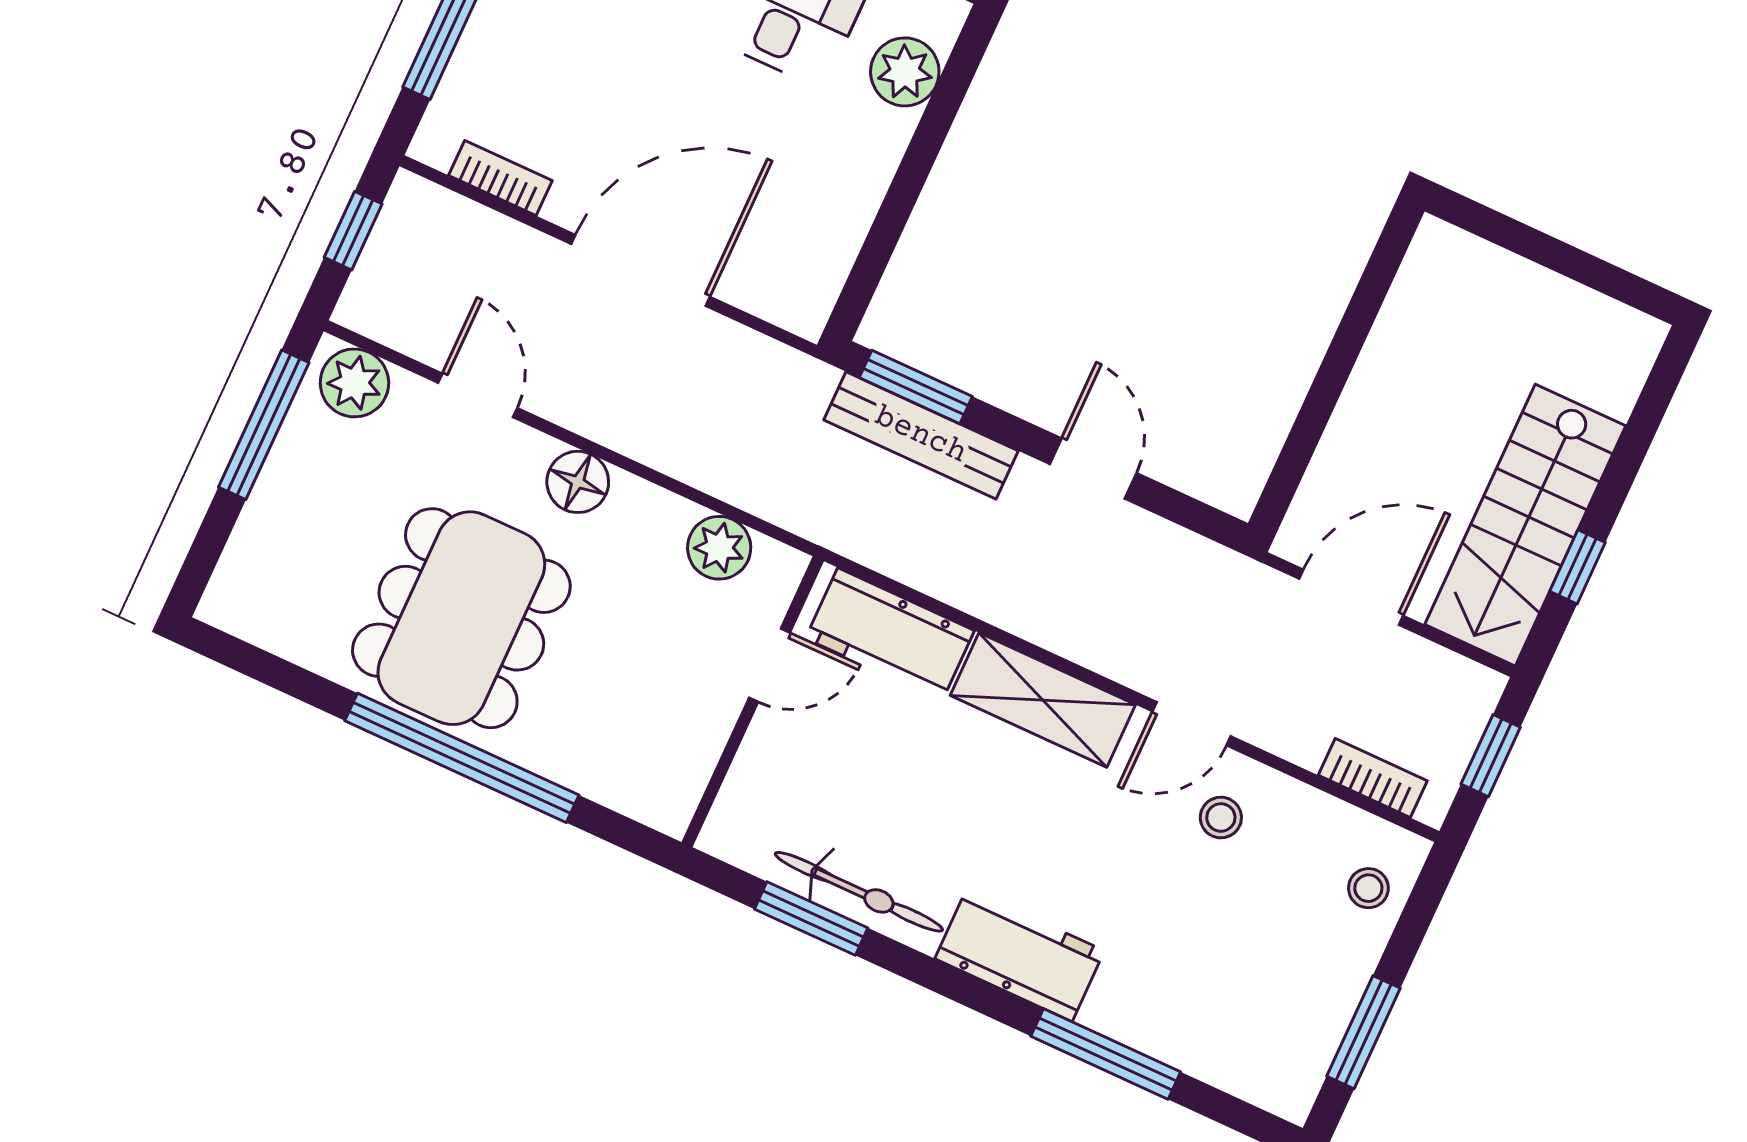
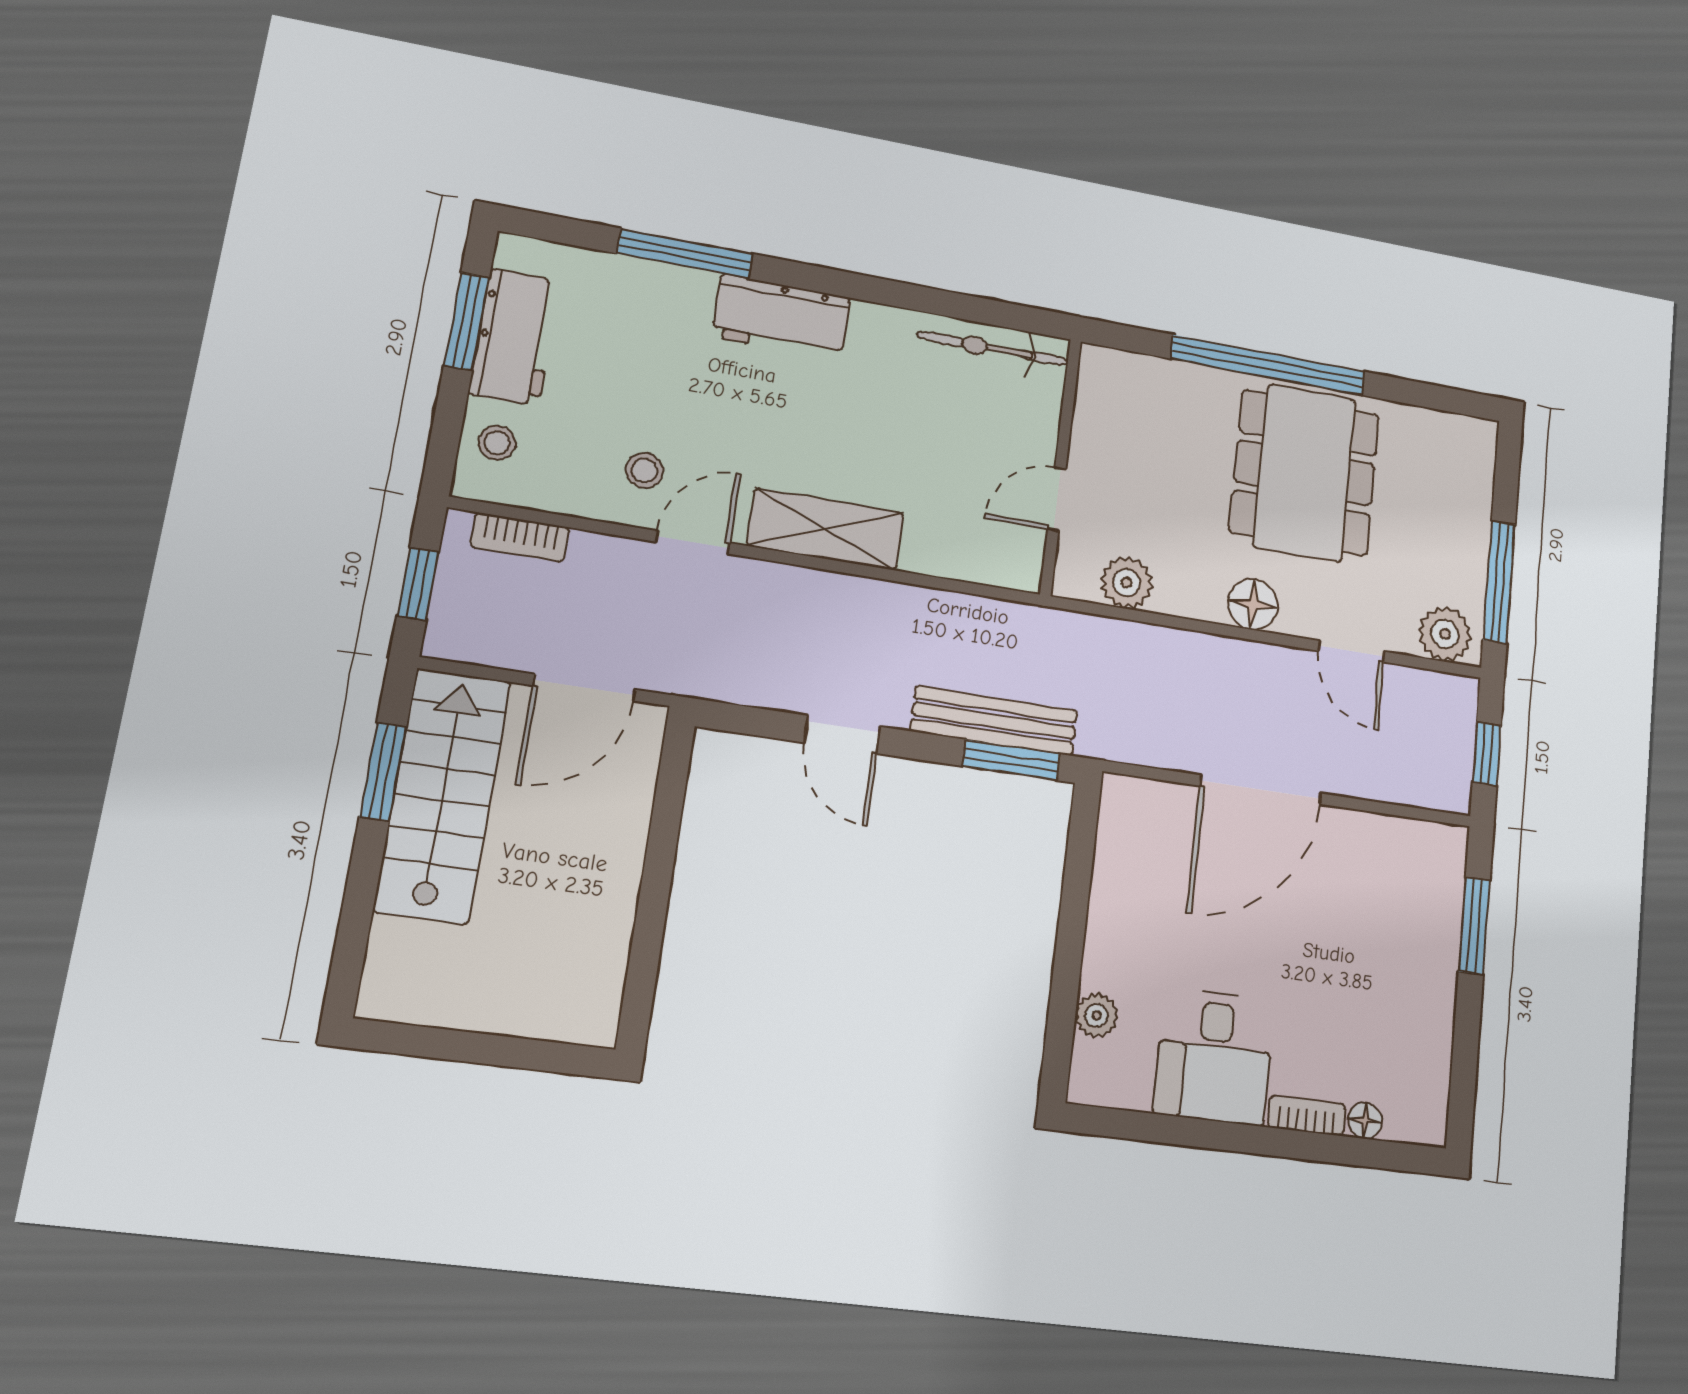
plant: (905, 72) -> (1097, 1015), width x0.73, depth x0.73
bookcase: (500, 178) -> (1392, 831), removed
window: (1578, 567) -> (383, 772), width x1.50
workbench: (890, 634) -> (514, 337), moved, turned 90
bicycle: (859, 892) -> (993, 348), moved
window: (811, 918) -> (960, 306), removed

